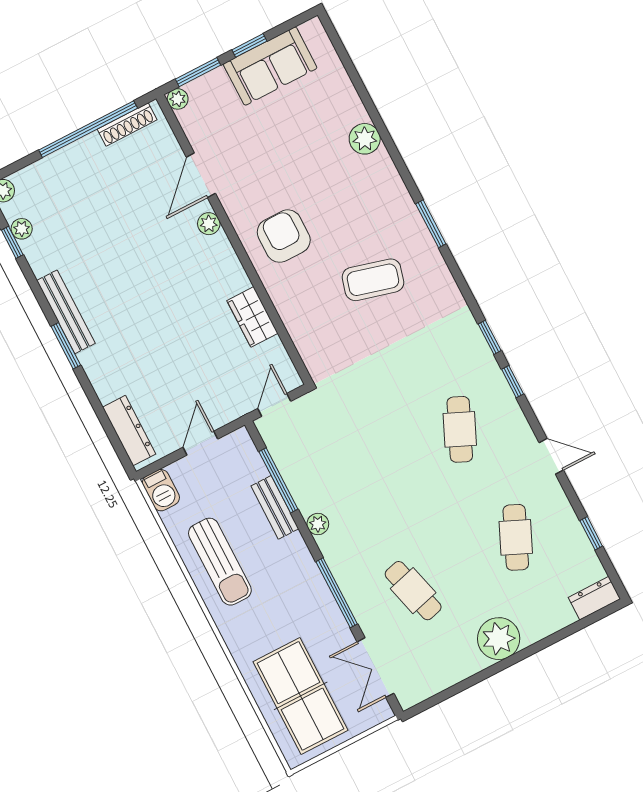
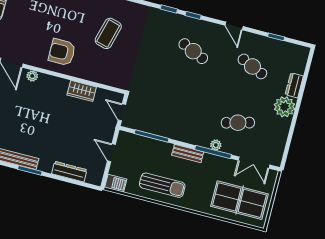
dresser: (129, 431) -> (69, 172), moved
door: (551, 456) -> (234, 26), swing flipped
bench: (275, 507) -> (188, 154), moved
plant: (318, 524) -> (216, 145), moved
dresser: (594, 598) -> (294, 85), moved

